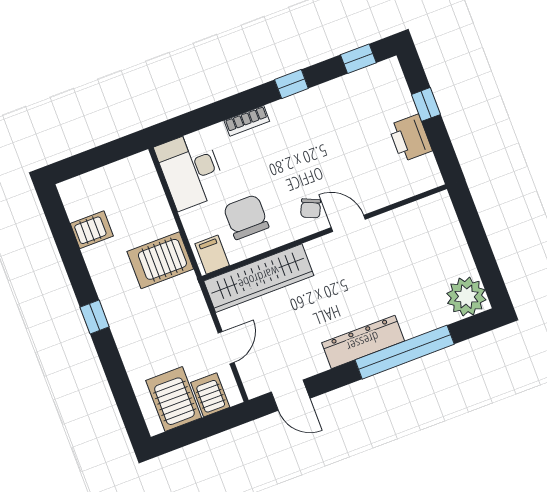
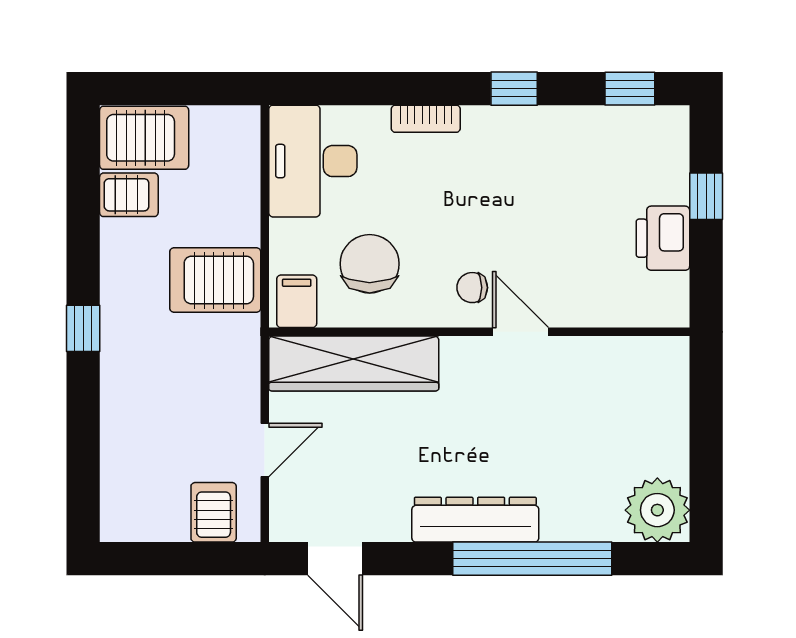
chair: (311, 208) -> (472, 288), turned 66
server rack: (174, 399) -> (144, 138), moved, turned 90

